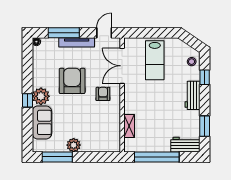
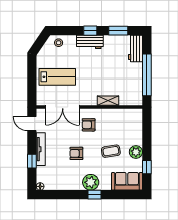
window: (64, 33) -> (32, 161), width x0.46
window: (205, 77) -> (90, 31), moved
armchair: (72, 81) -> (76, 153), width x0.53, depth x0.53
coffee table: (74, 118) -> (111, 151), added
sofa: (42, 122) -> (127, 181), moved
shelving: (129, 126) -> (108, 101), moved
window: (57, 157) -> (147, 167), width x0.46

